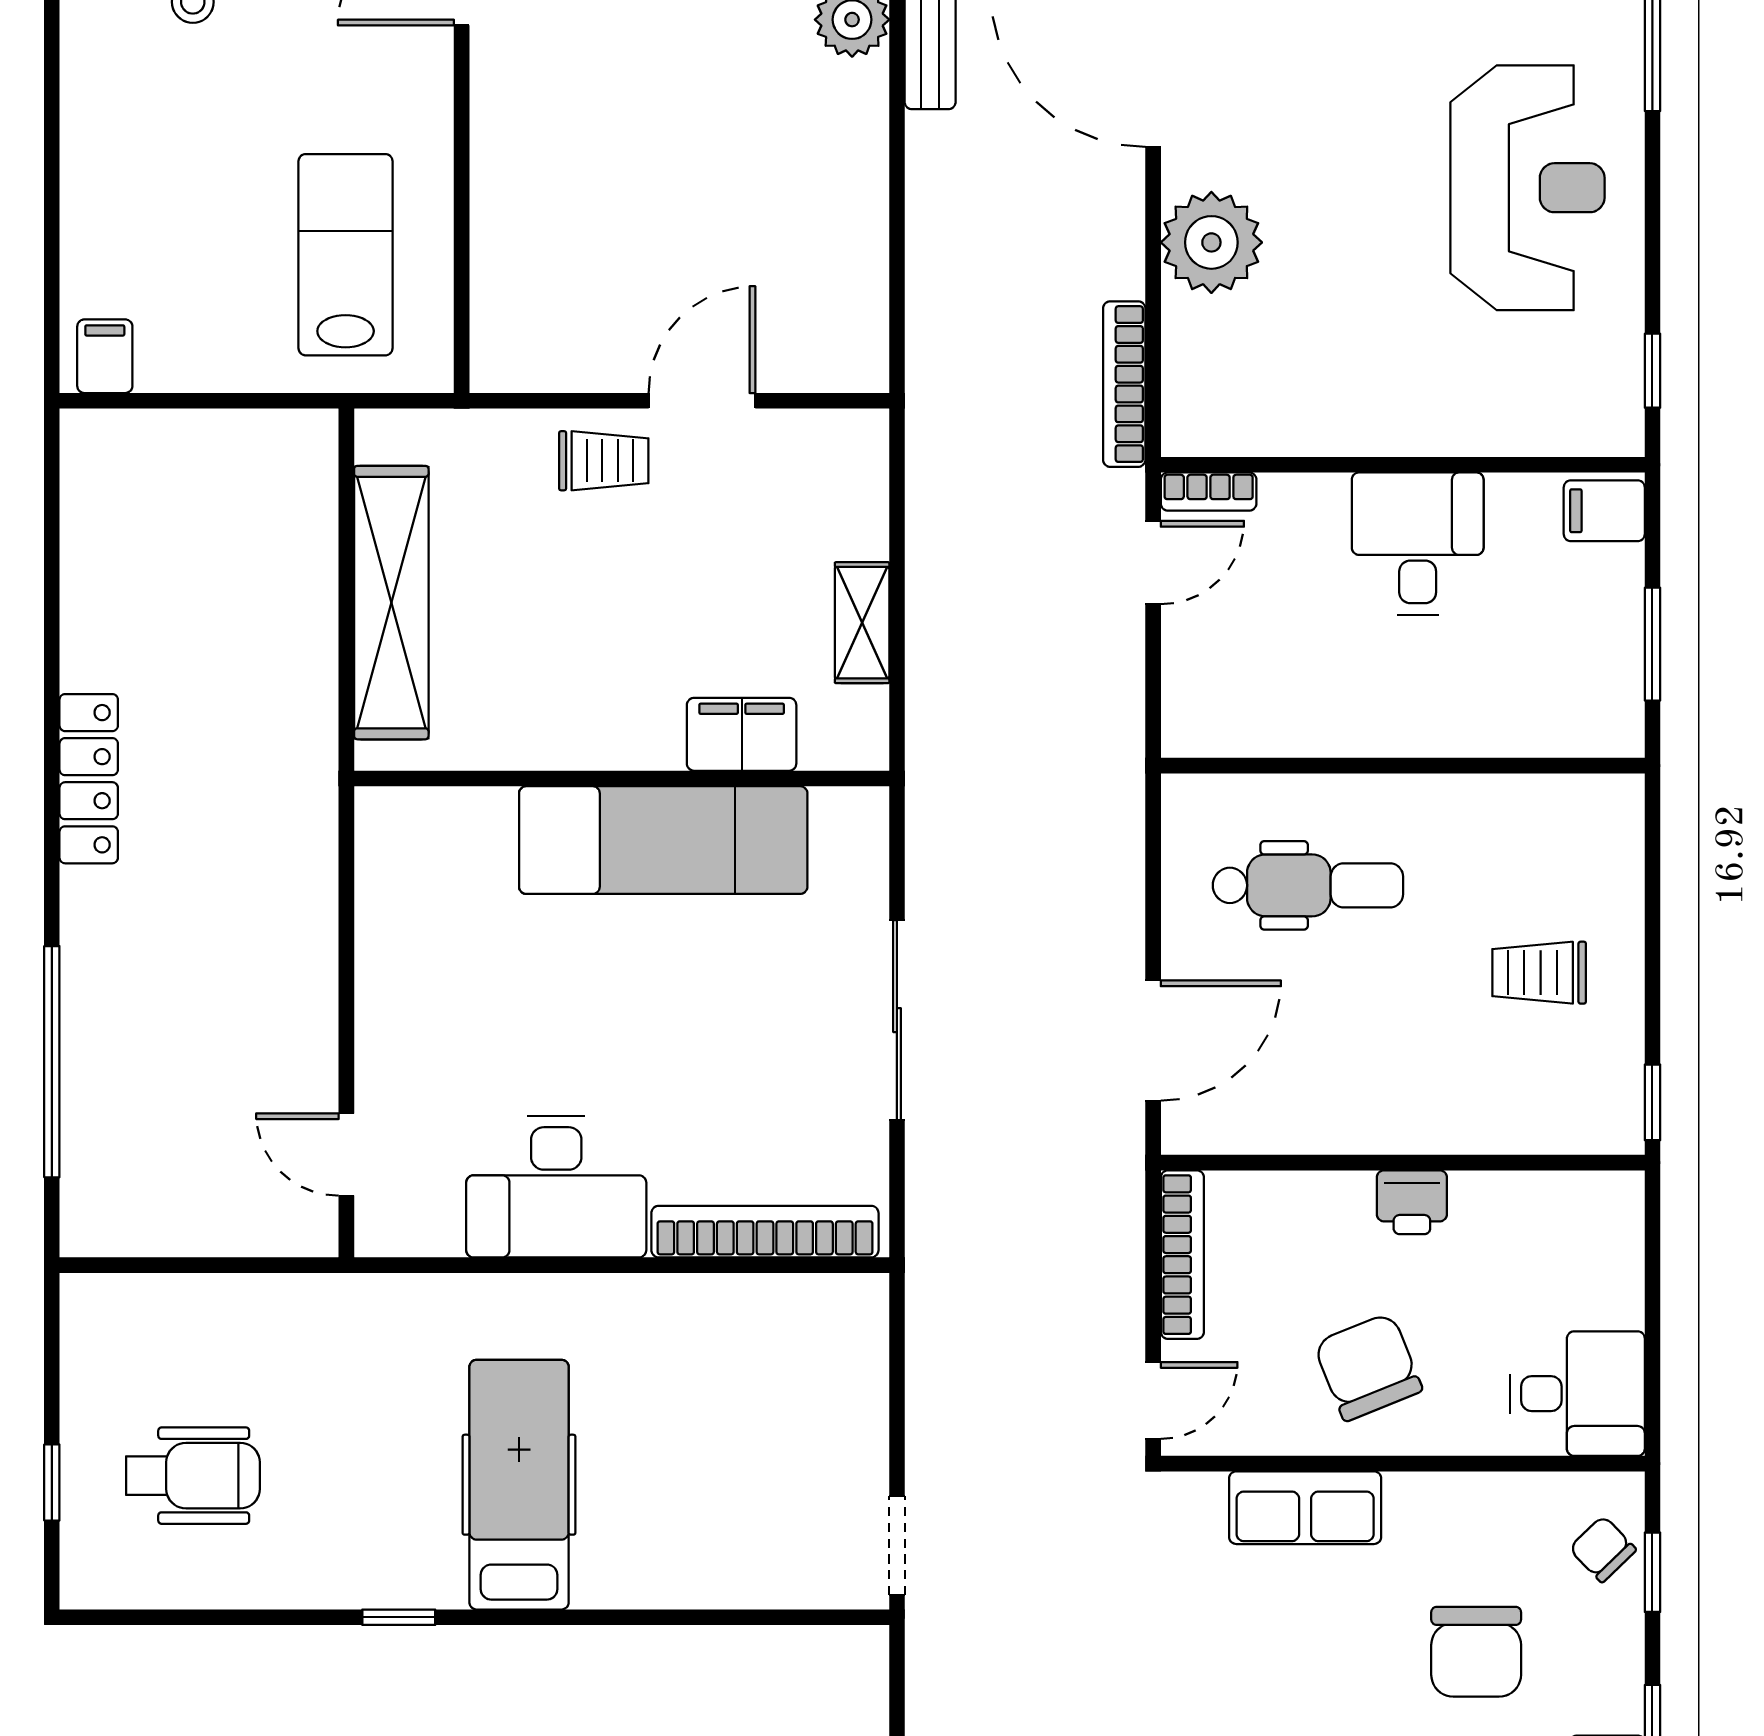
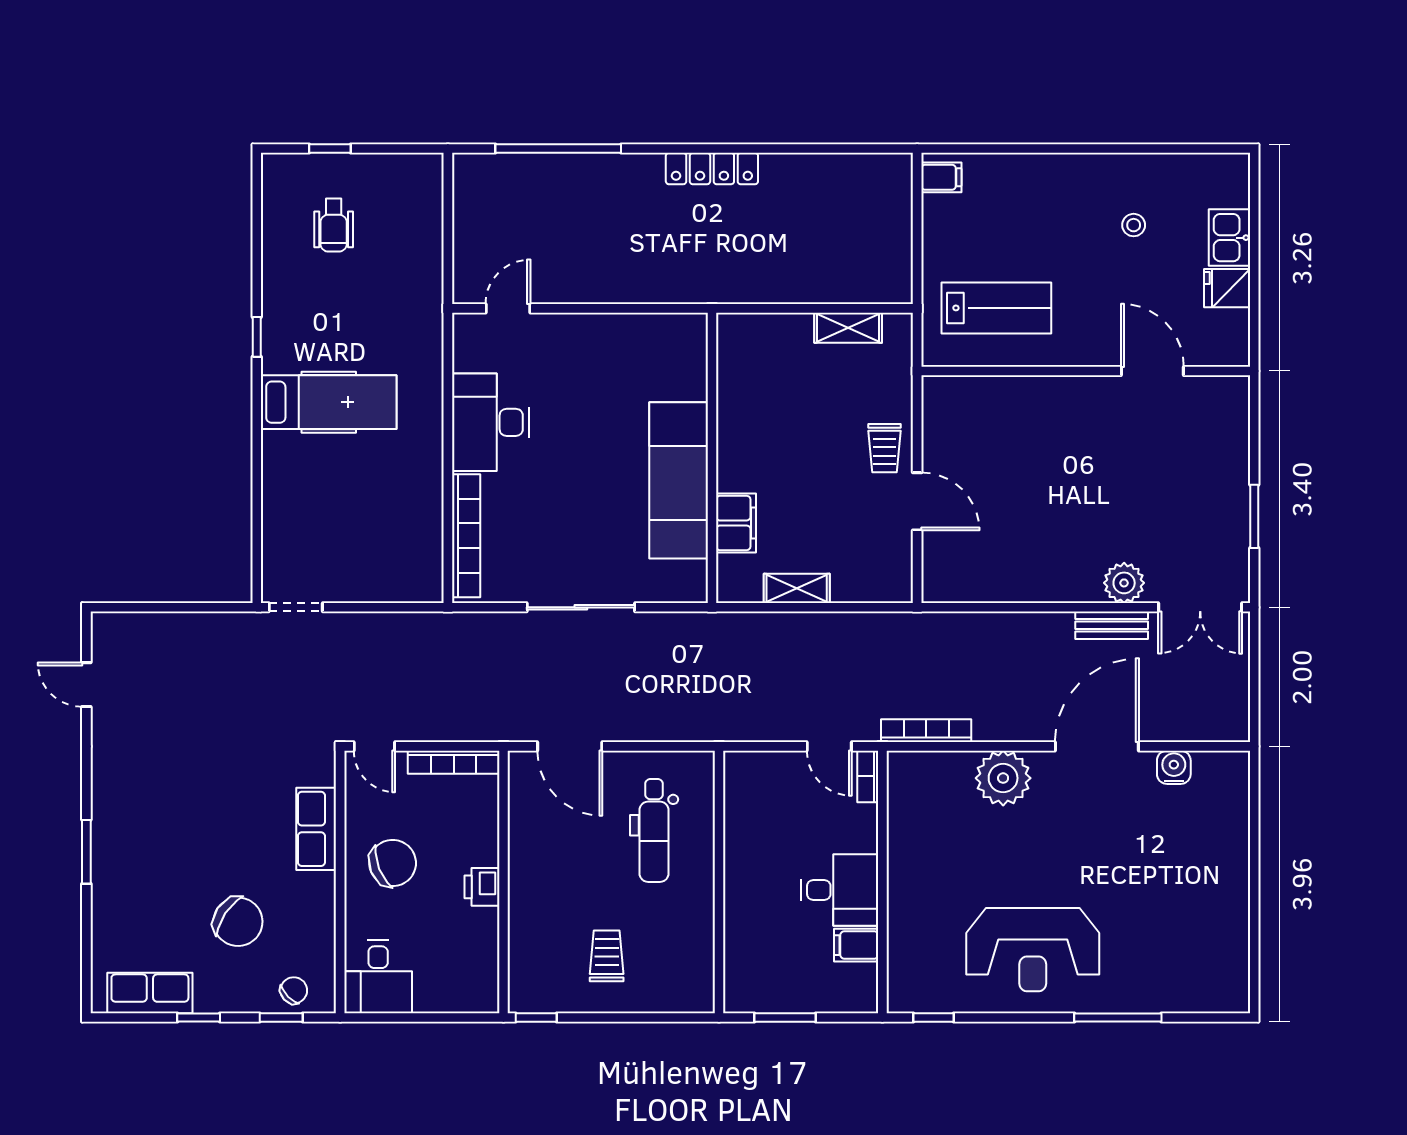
filing cabinet: (1604, 511) -> (856, 945), moved, turned -90
shelving: (391, 603) -> (848, 328), width x0.45, depth x0.75
wheelchair: (193, 1476) -> (334, 225), width x0.73, depth x0.73
chair: (1476, 1652) -> (238, 922), turned -146

